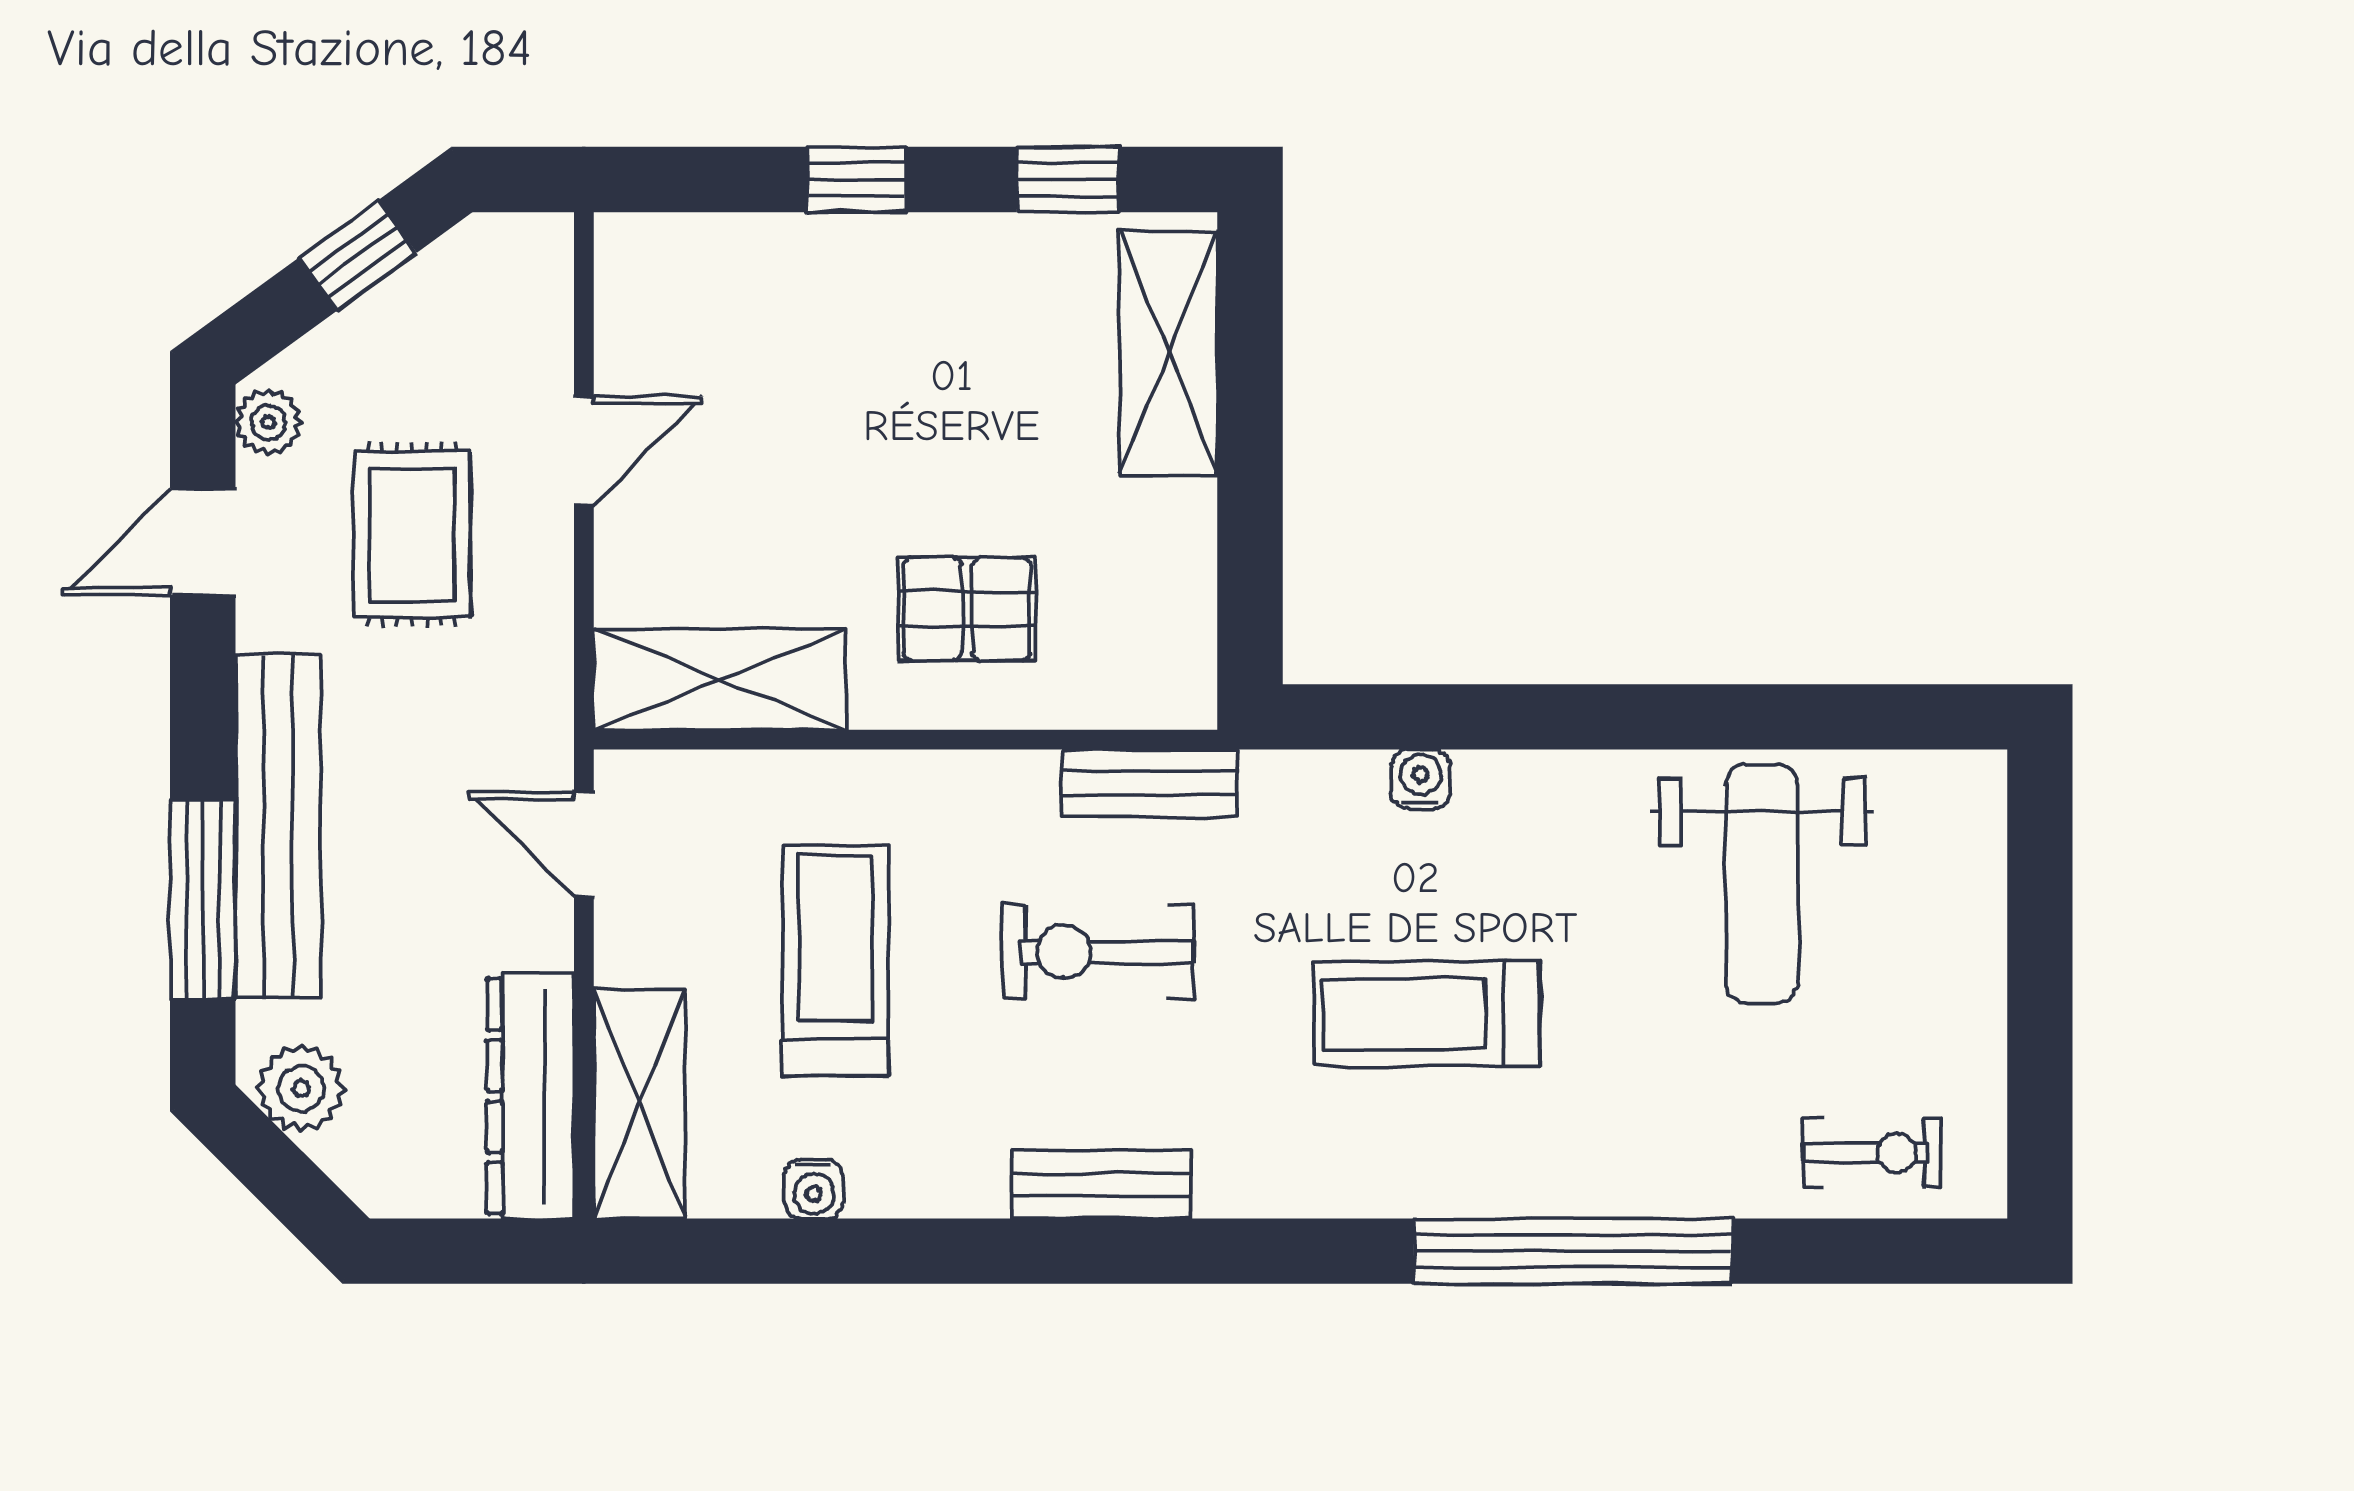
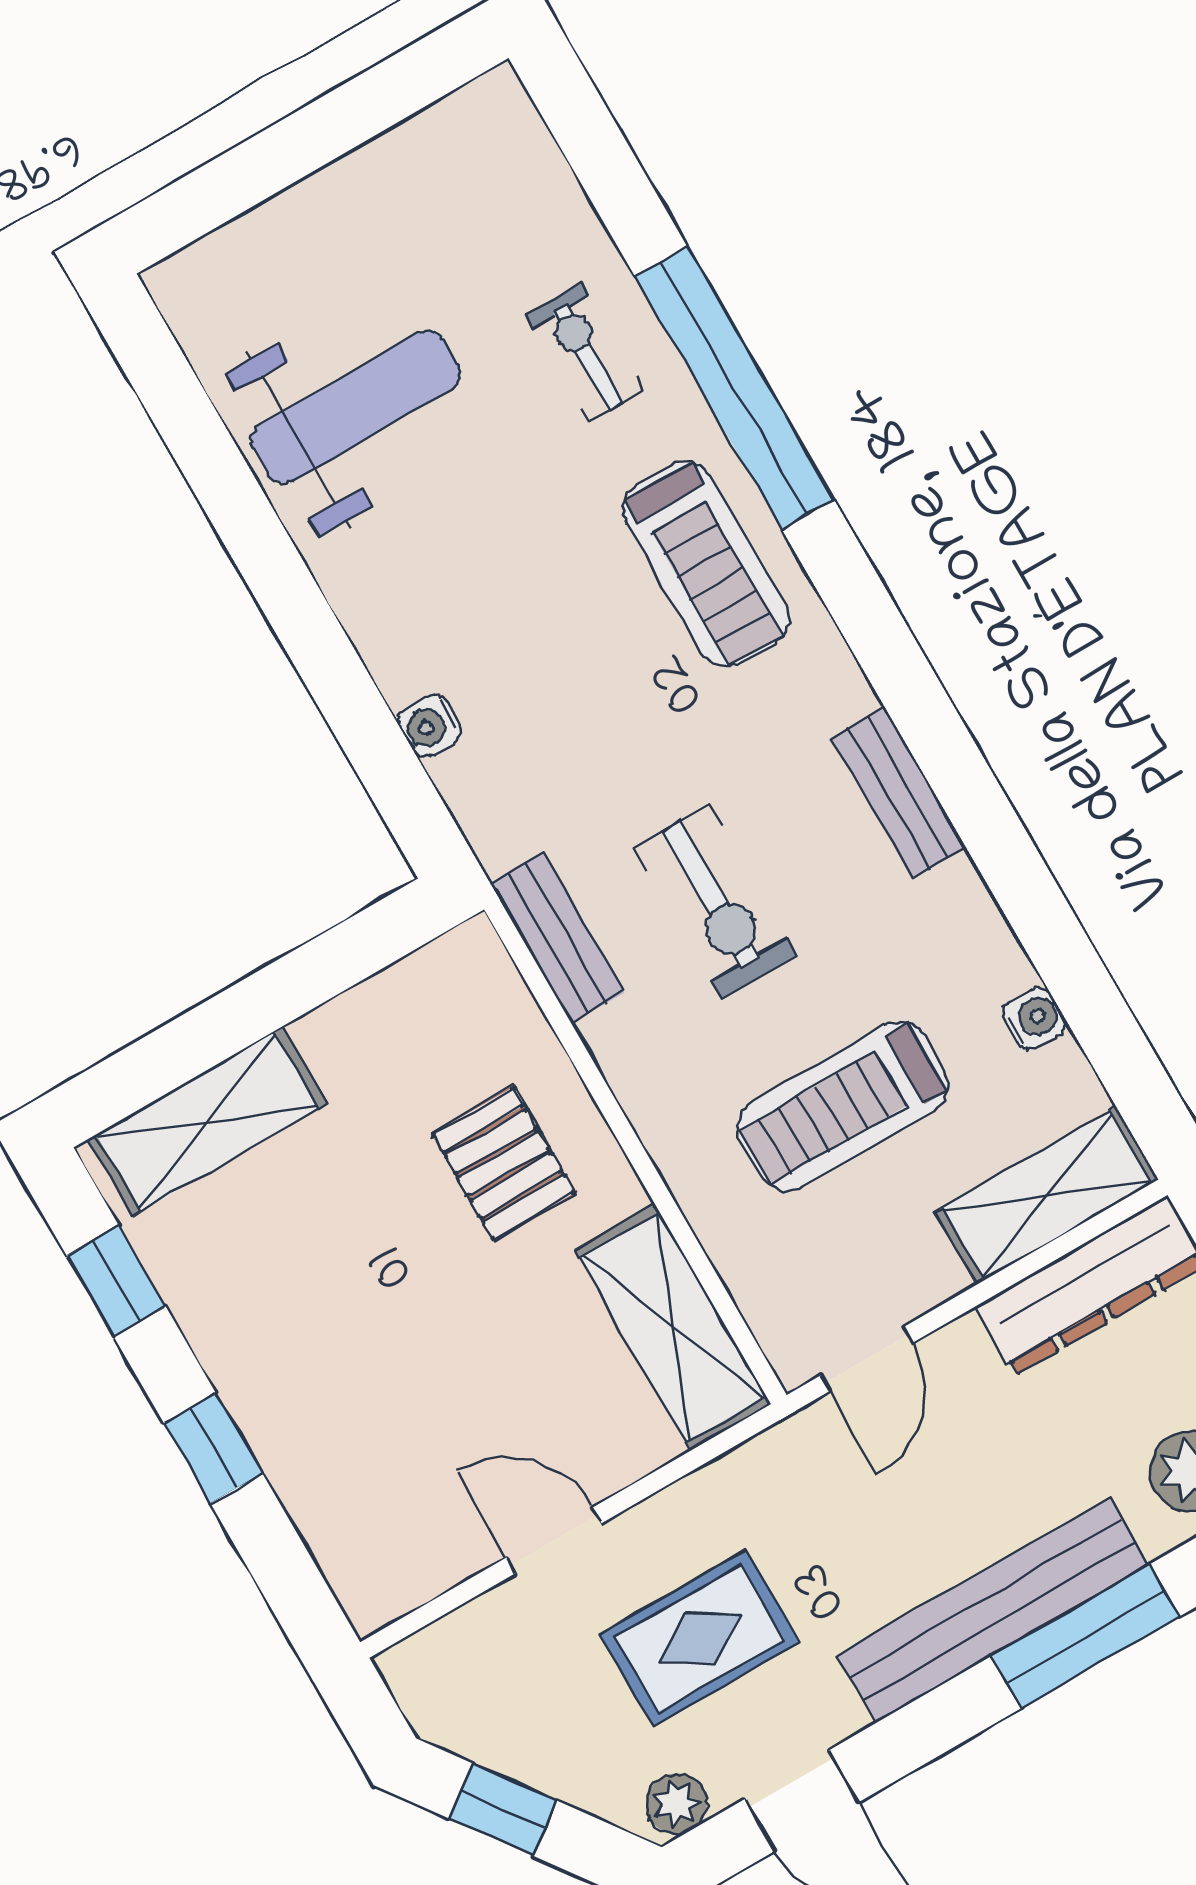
treadmill: (1427, 1014) -> (706, 564), moved
exercise bike: (1872, 1153) -> (585, 353), moved

